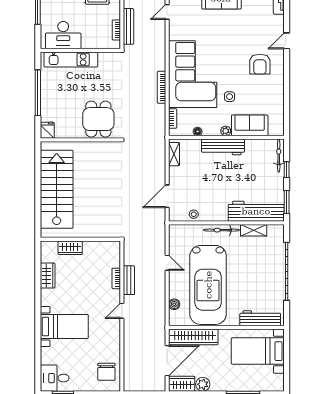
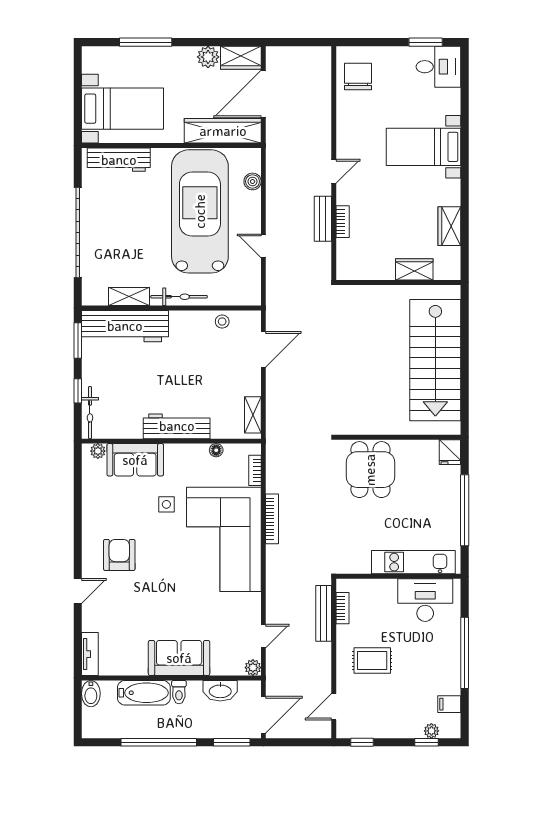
plant: (226, 131) -> (98, 451), moved

